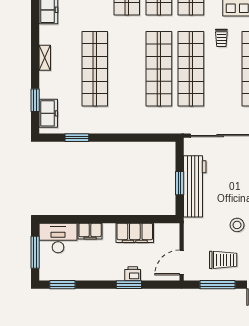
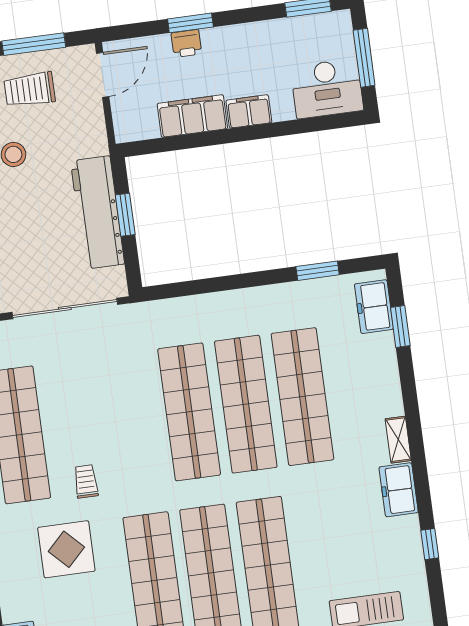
shelving: (45, 58) -> (398, 440), moved
shop shelf: (191, 69) -> (246, 404), moved
filing cabinet: (90, 231) -> (249, 111), moved

